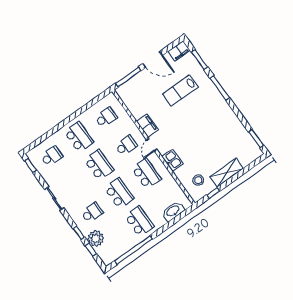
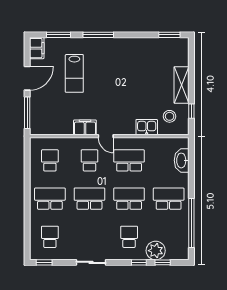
kitchen sink: (172, 160) -> (147, 127), moved

